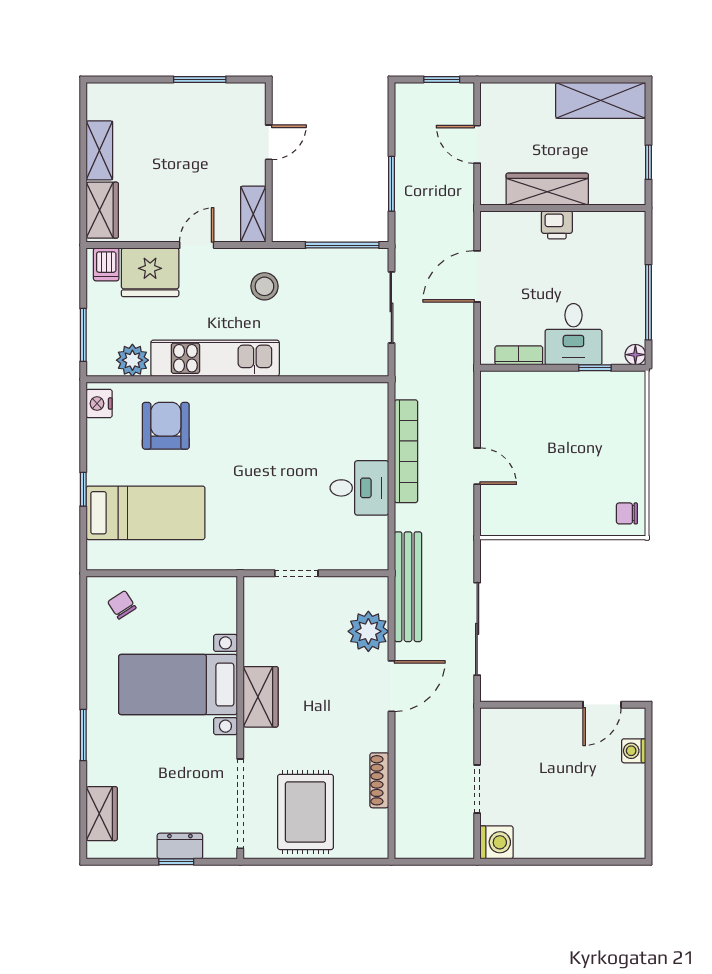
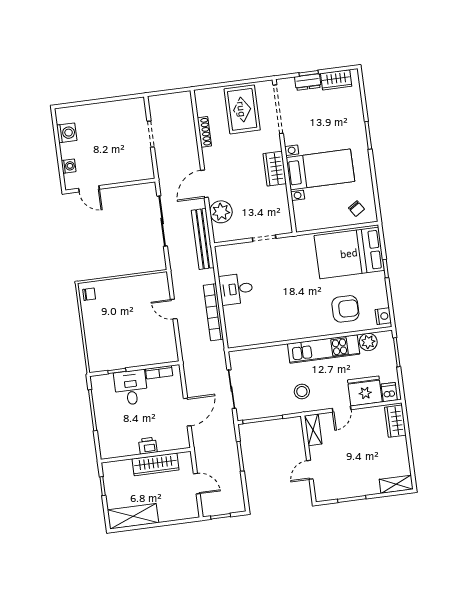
shelving: (99, 150) -> (396, 484), moved, turned 90
floor lamp: (635, 355) -> (96, 381), removed
armchair: (166, 426) -> (345, 309), turned -90
bed: (146, 513) -> (349, 253), width x1.50
door: (602, 705) -> (89, 189), swing flipped
wardrobe: (102, 814) -> (336, 80), moved, turned -90
washing machine: (497, 842) -> (67, 133), moved, turned 180

